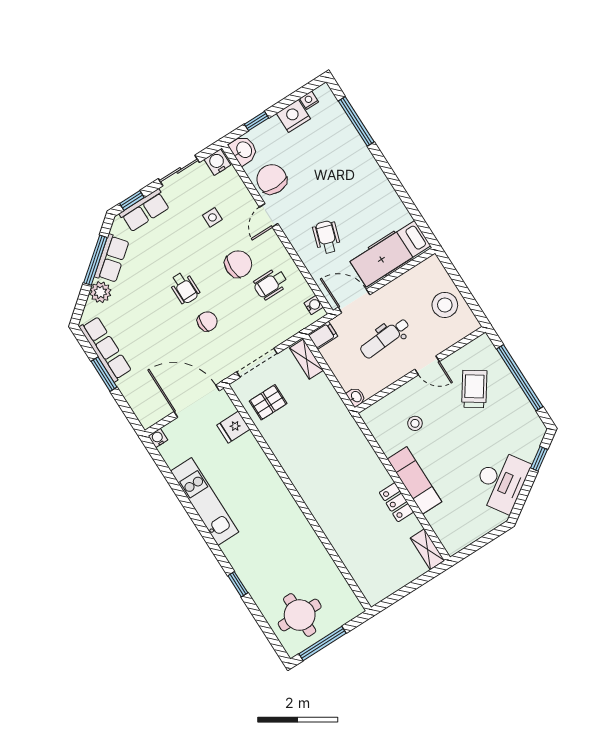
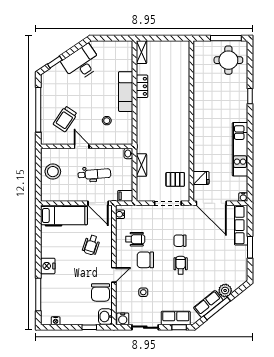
nightstand: (293, 116) -> (48, 266), moved, turned 90
row of seats: (105, 349) -> (241, 225), moved
shelving: (306, 359) -> (141, 165), moved

